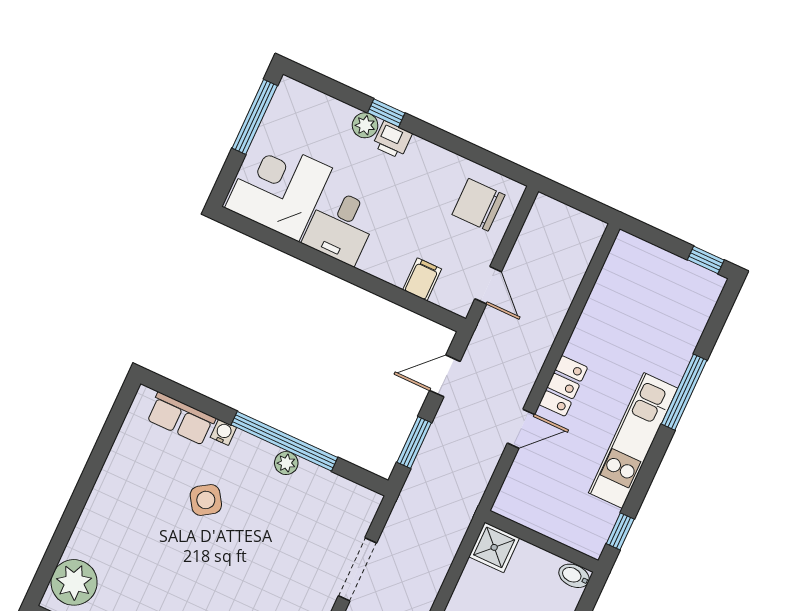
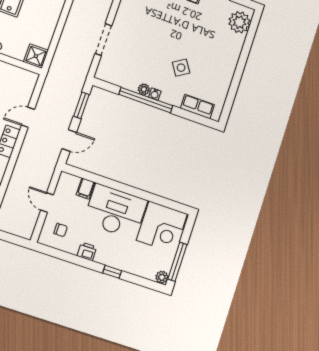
plant: (365, 125) -> (162, 277), moved
printer: (392, 140) -> (87, 251), moved
chair: (478, 205) -> (61, 230), width x0.54, depth x0.54
desk: (341, 227) -> (115, 211), width x1.87, depth x1.30
door: (488, 285) -> (47, 202), moved
water cooler: (223, 432) -> (155, 94), moved

